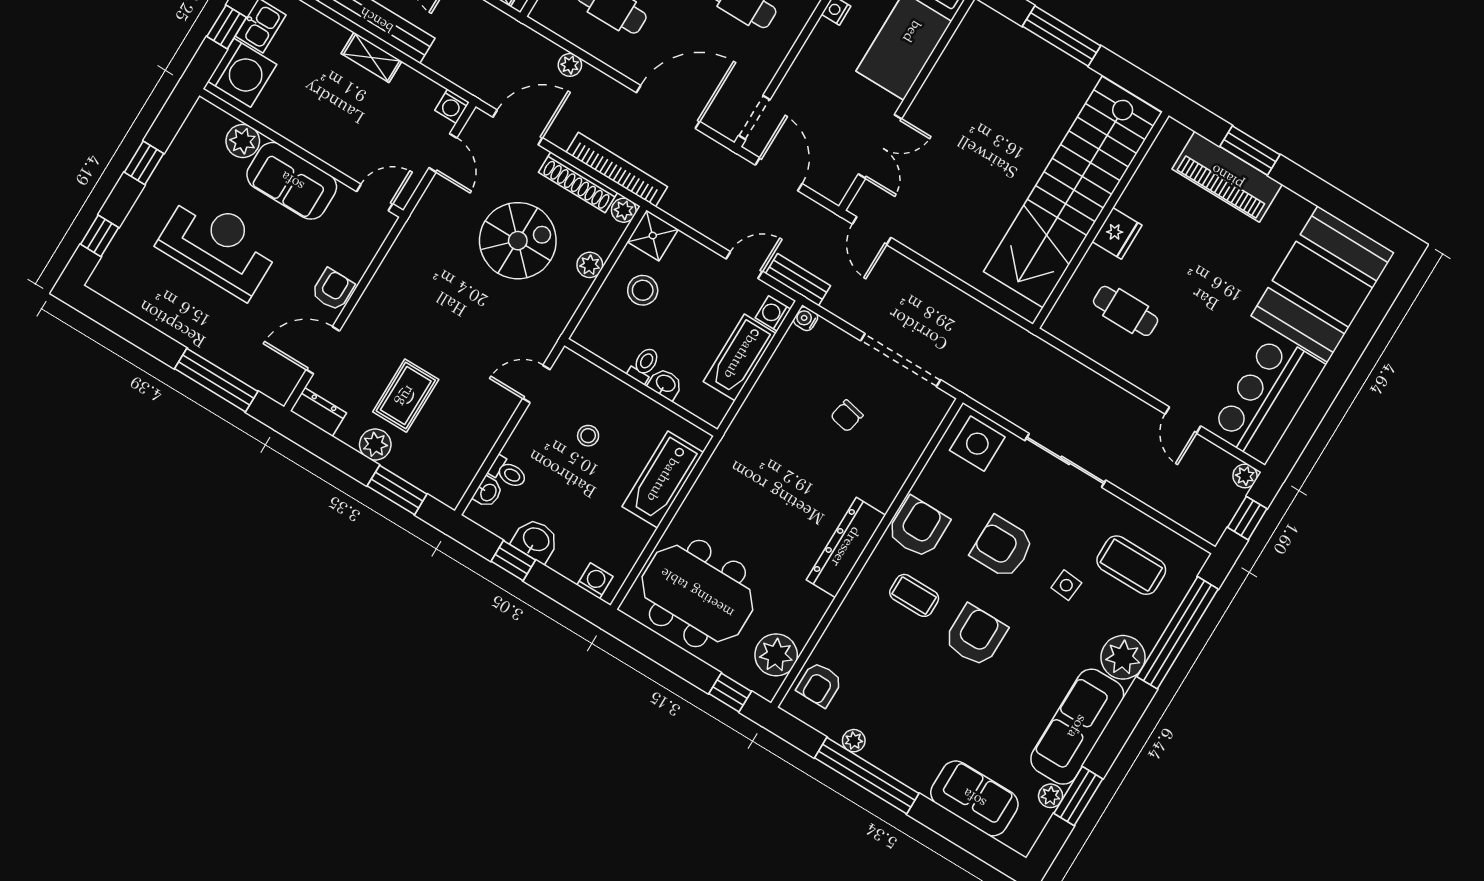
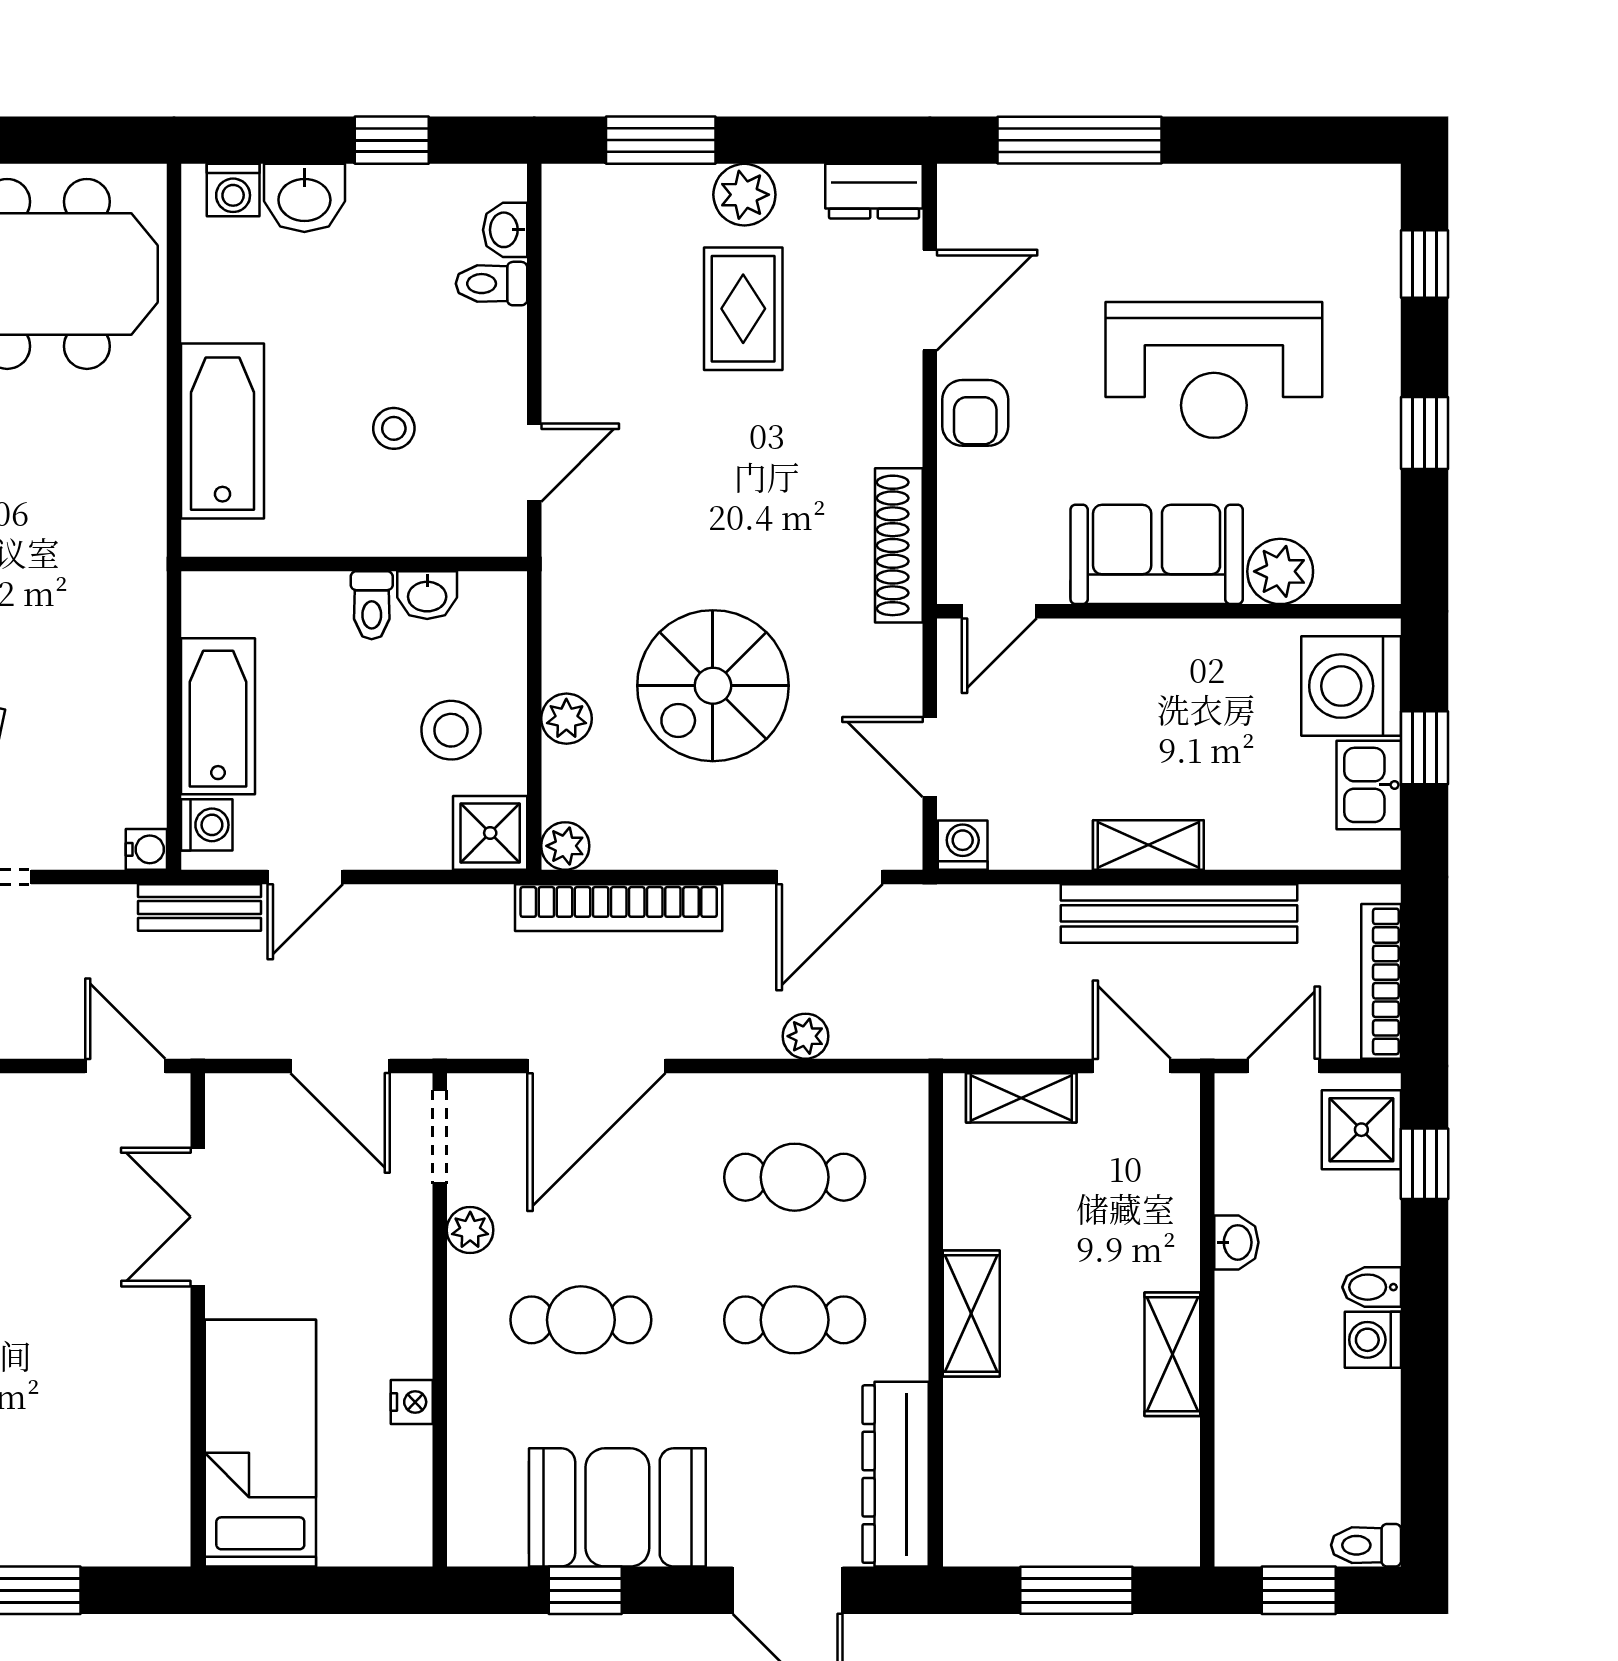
plant: (766, 69) -> (470, 1230), added
shoe rack: (578, 182) -> (899, 545), moved, turned -90
washbasin: (665, 384) -> (427, 595), moved
washbasin: (536, 540) -> (304, 198), moved

